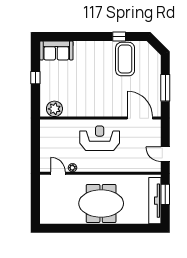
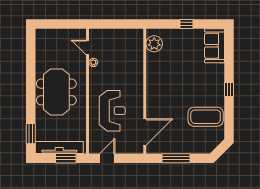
window: (119, 36) -> (229, 90), moved
reception desk: (100, 138) -> (112, 111), moved
door: (58, 173) -> (88, 47), swing flipped
window: (141, 228) -> (31, 134), added

